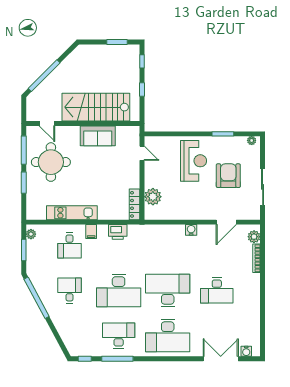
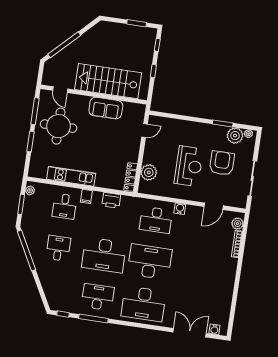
plant: (238, 145) -> (235, 136), added
door: (142, 153) -> (145, 130), hinge flipped
reception desk: (194, 161) -> (189, 166), moved
desk: (217, 290) -> (156, 220), moved

